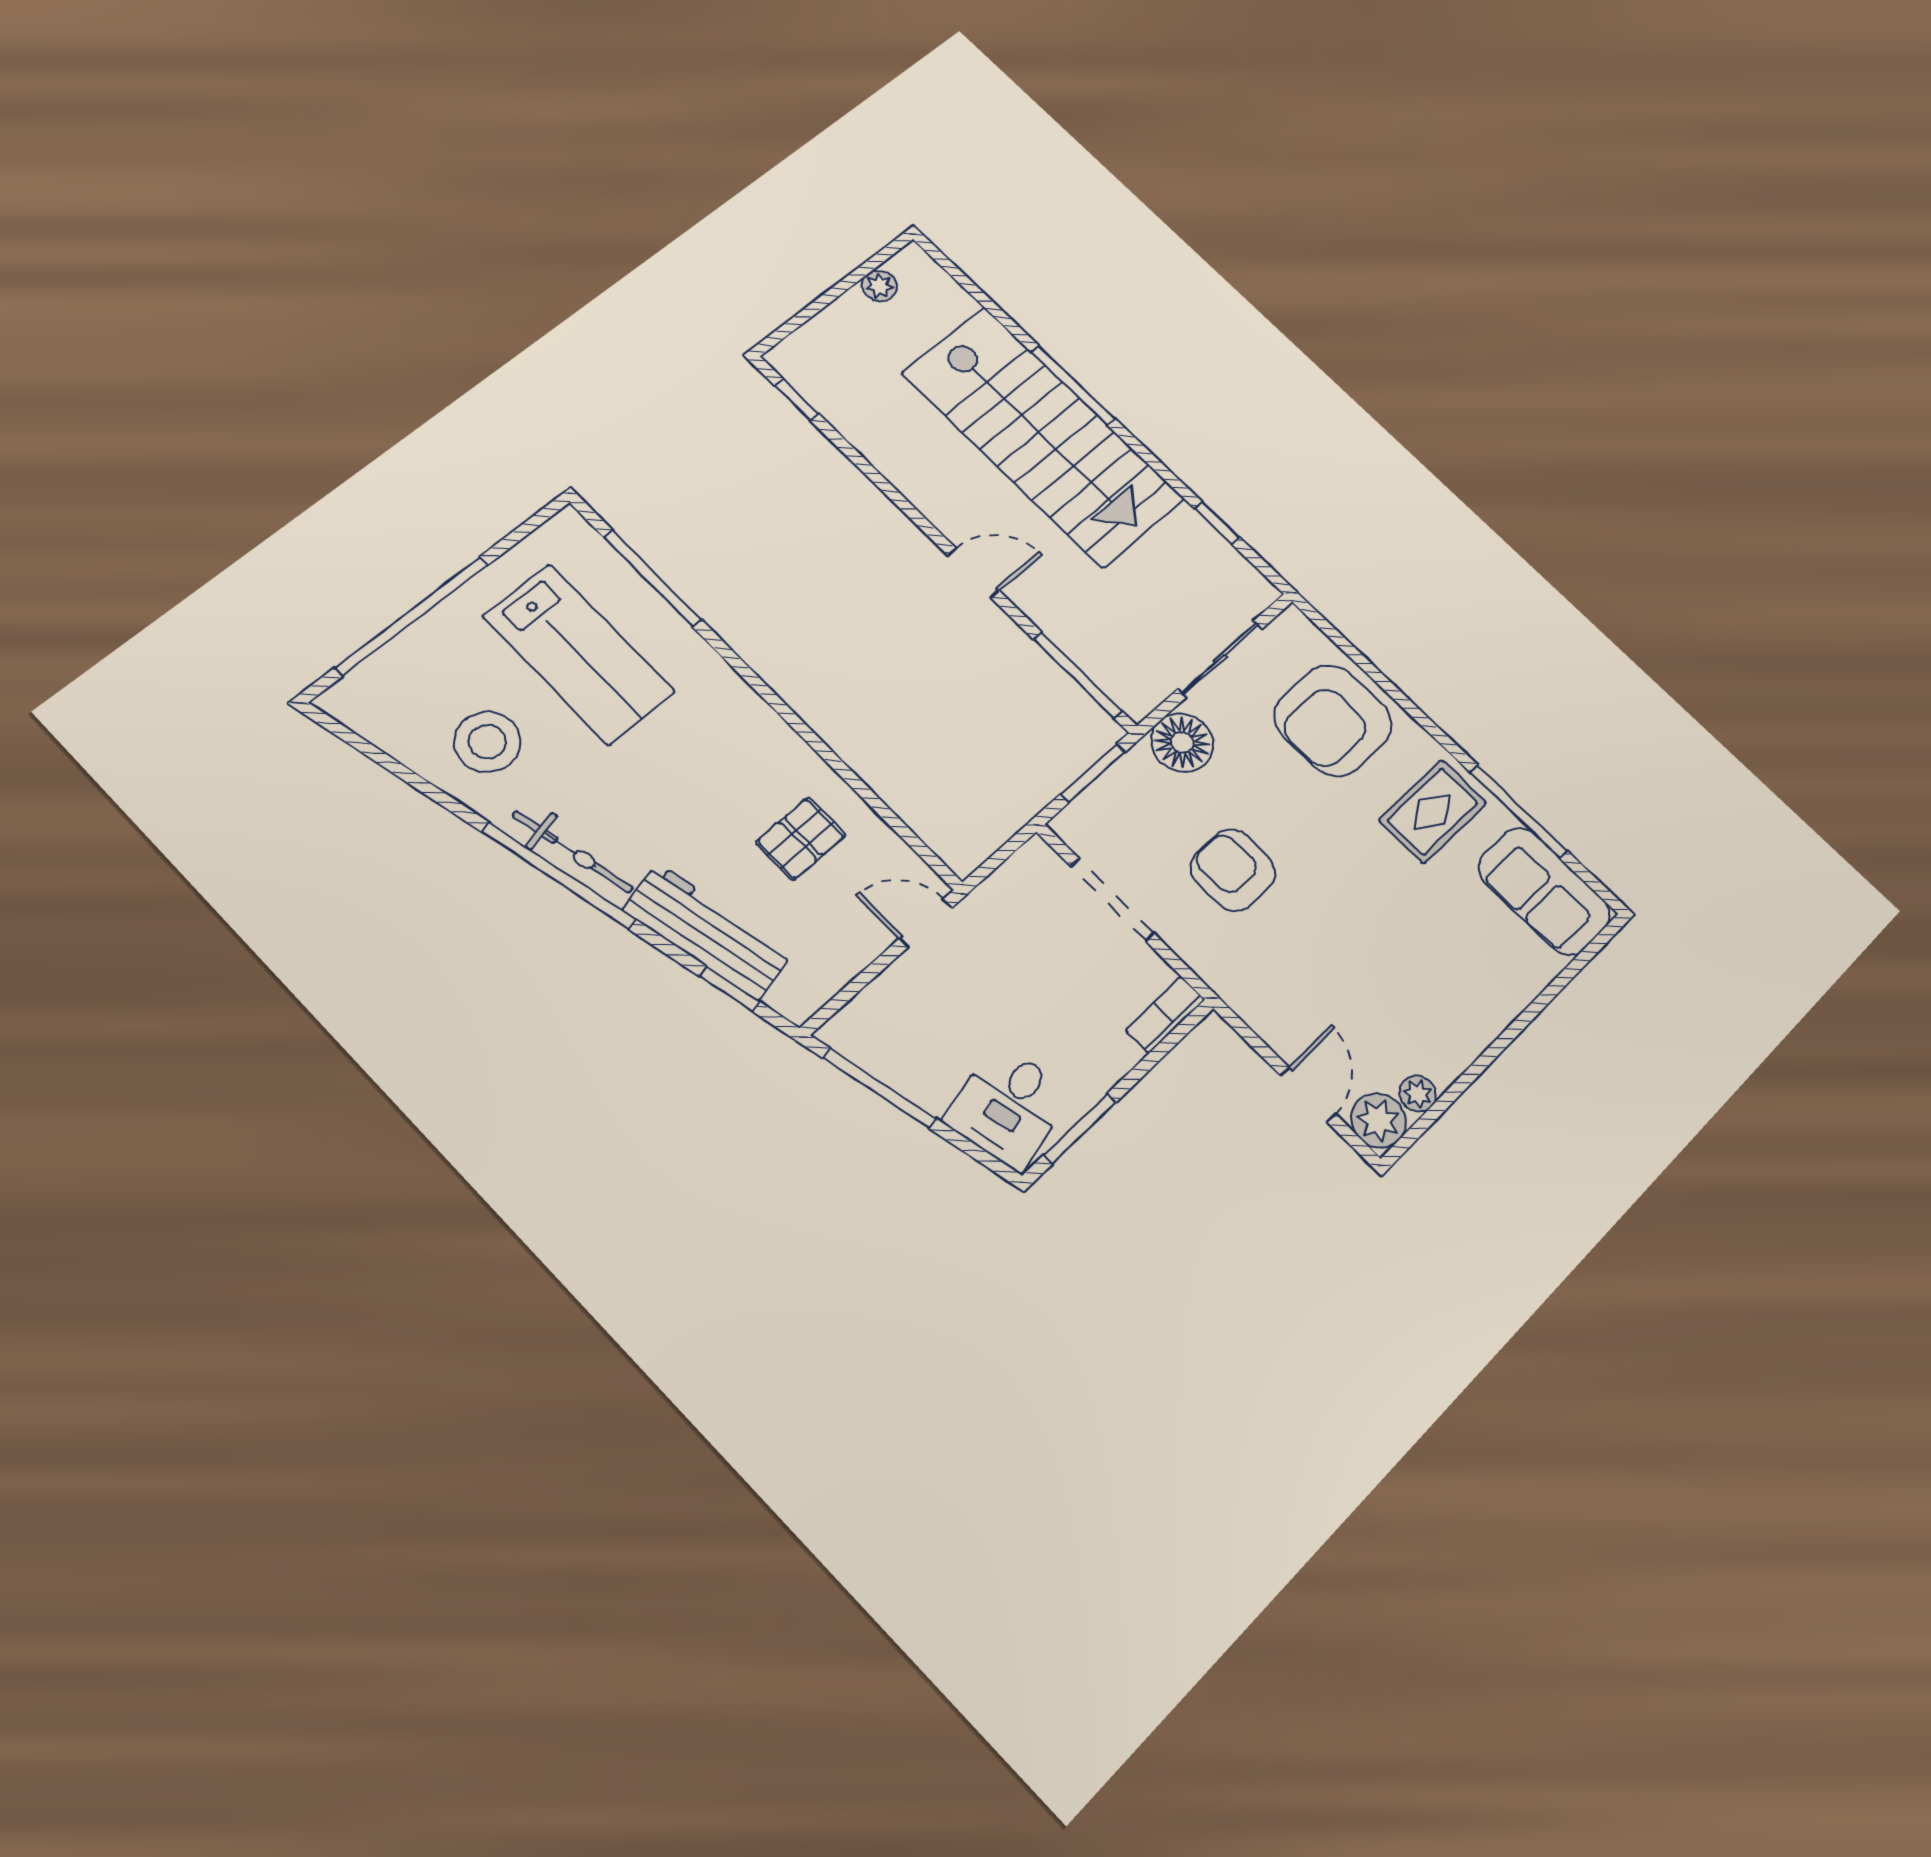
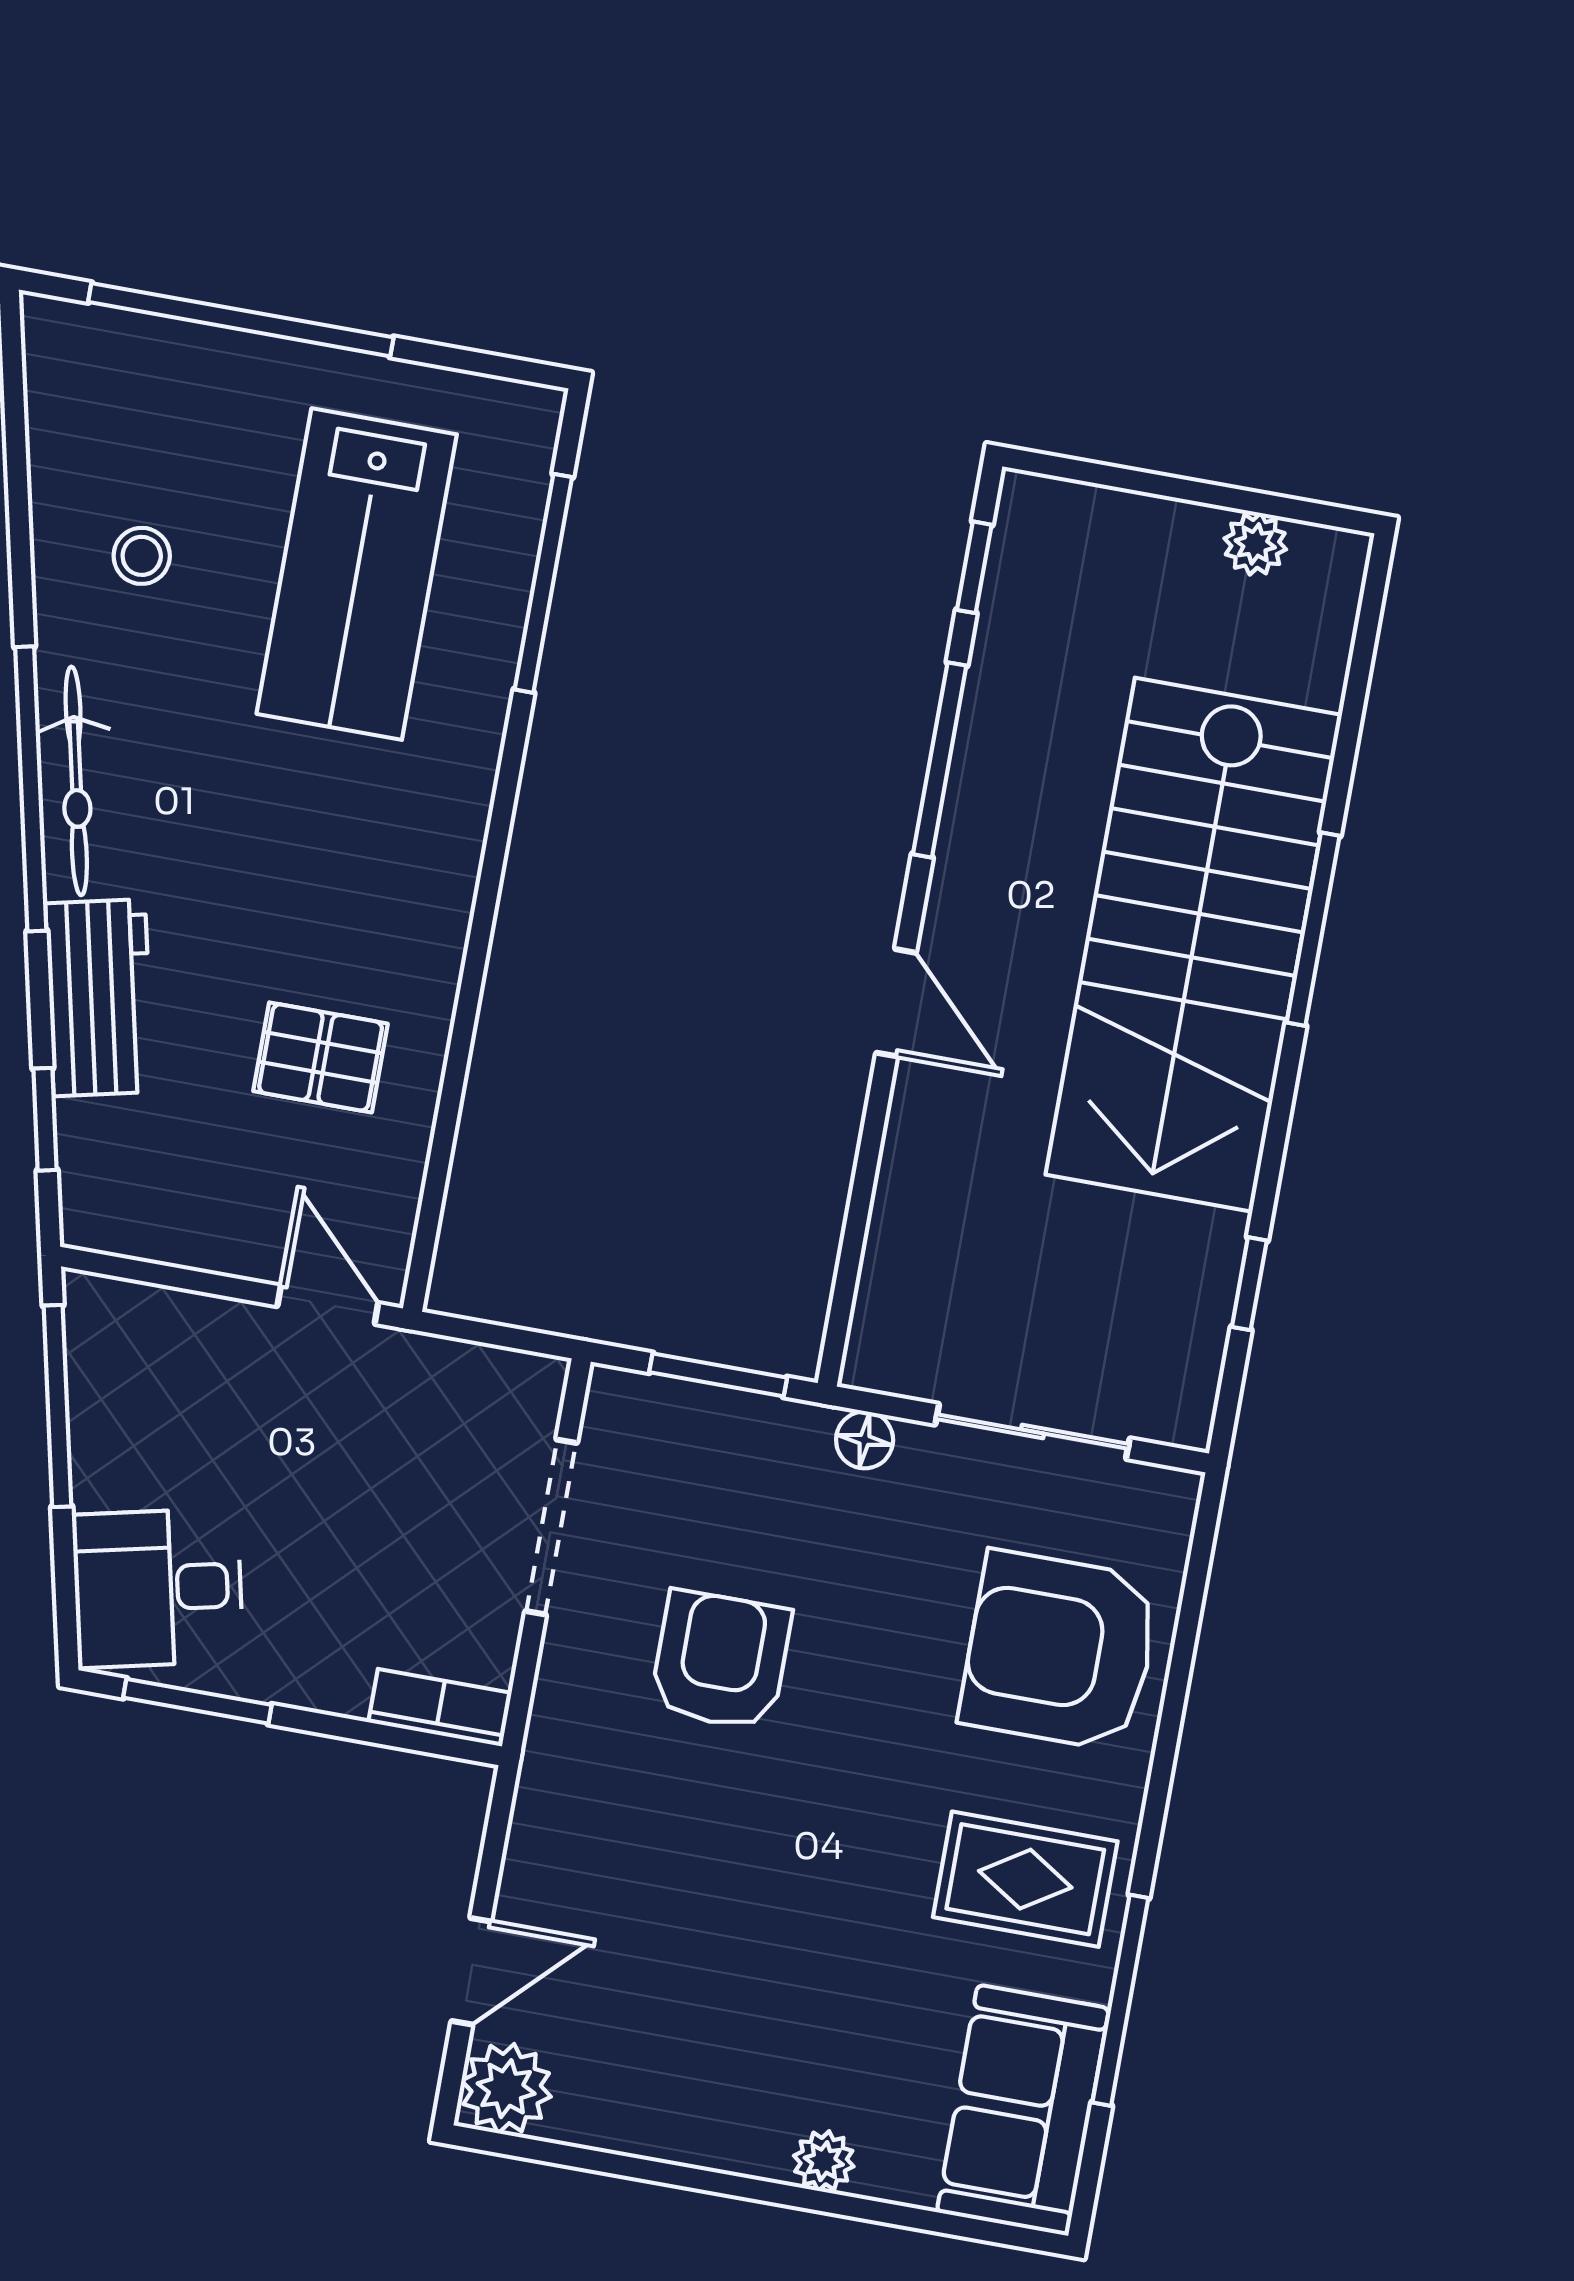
window: (1078, 675) -> (940, 760), moved
stool: (487, 742) -> (142, 556), width x0.53, depth x0.53
floor lamp: (1182, 742) -> (865, 1440), width x0.53, depth x0.53
workbench: (708, 931) -> (99, 998), width x0.73
plant: (1418, 1094) -> (824, 2161), moved

